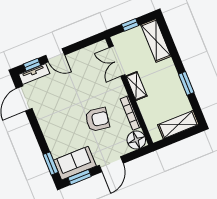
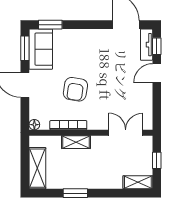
shelving: (156, 40) -> (138, 182), width x0.67, depth x0.75
shelving: (136, 86) -> (76, 142), moved
floor lamp: (136, 140) -> (34, 125), width x0.53, depth x0.53

